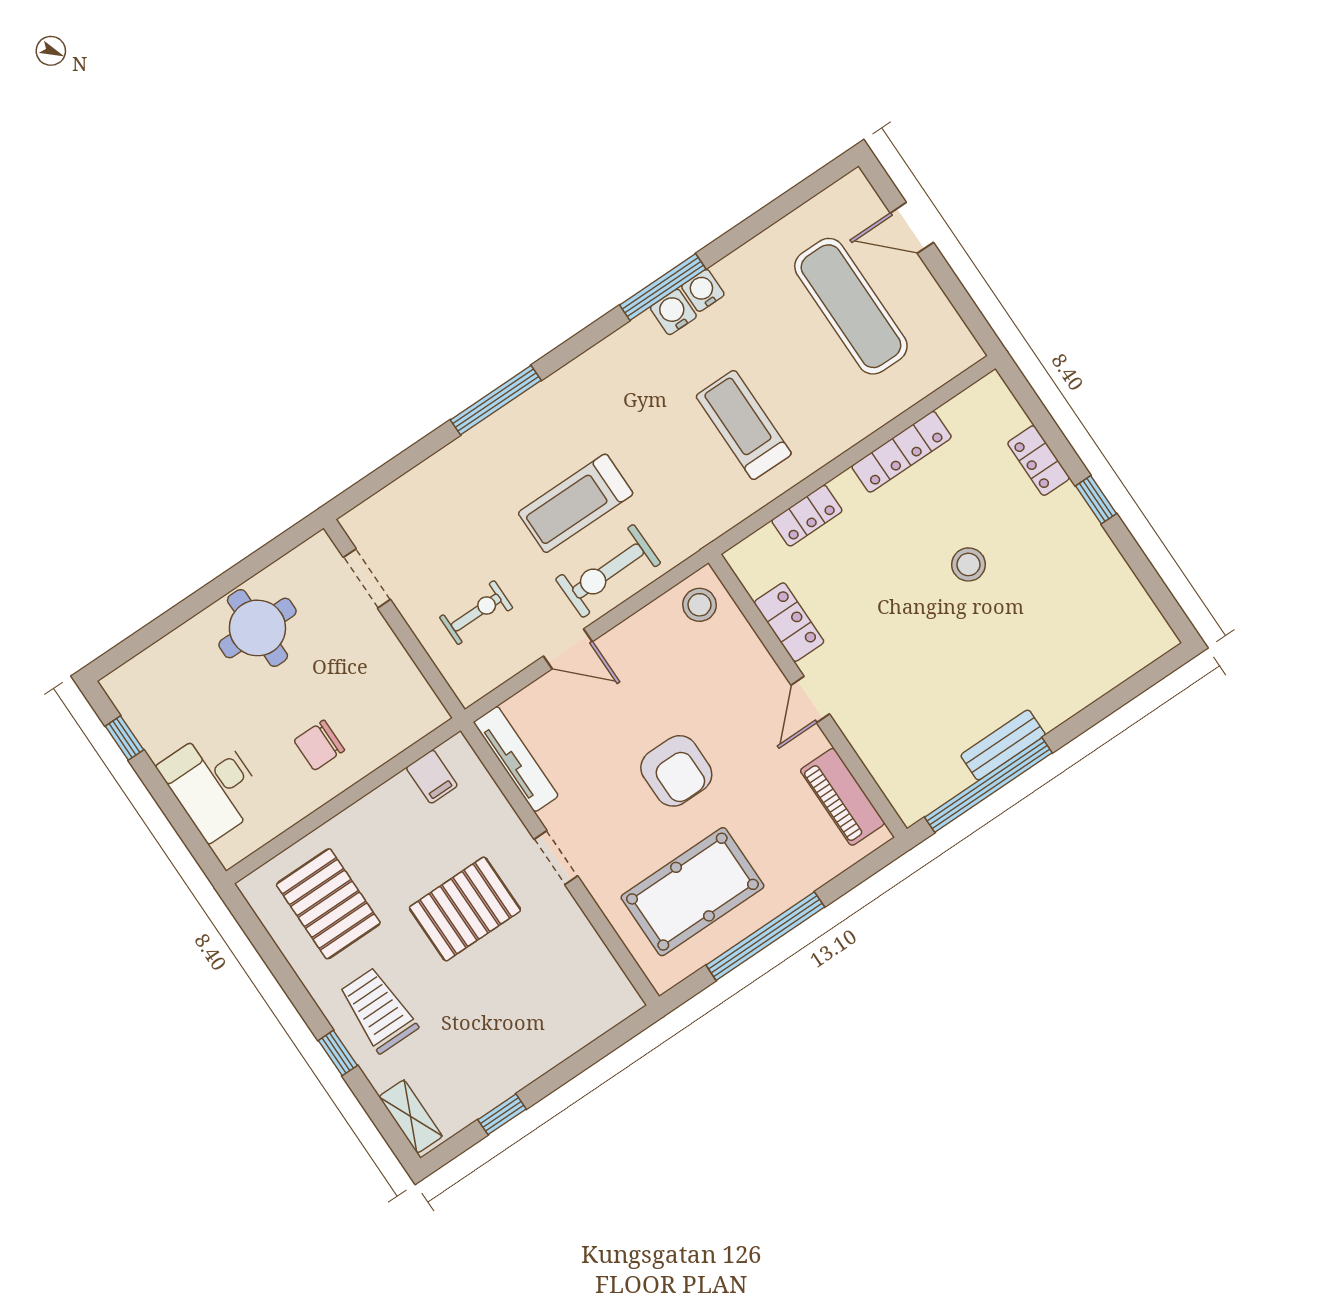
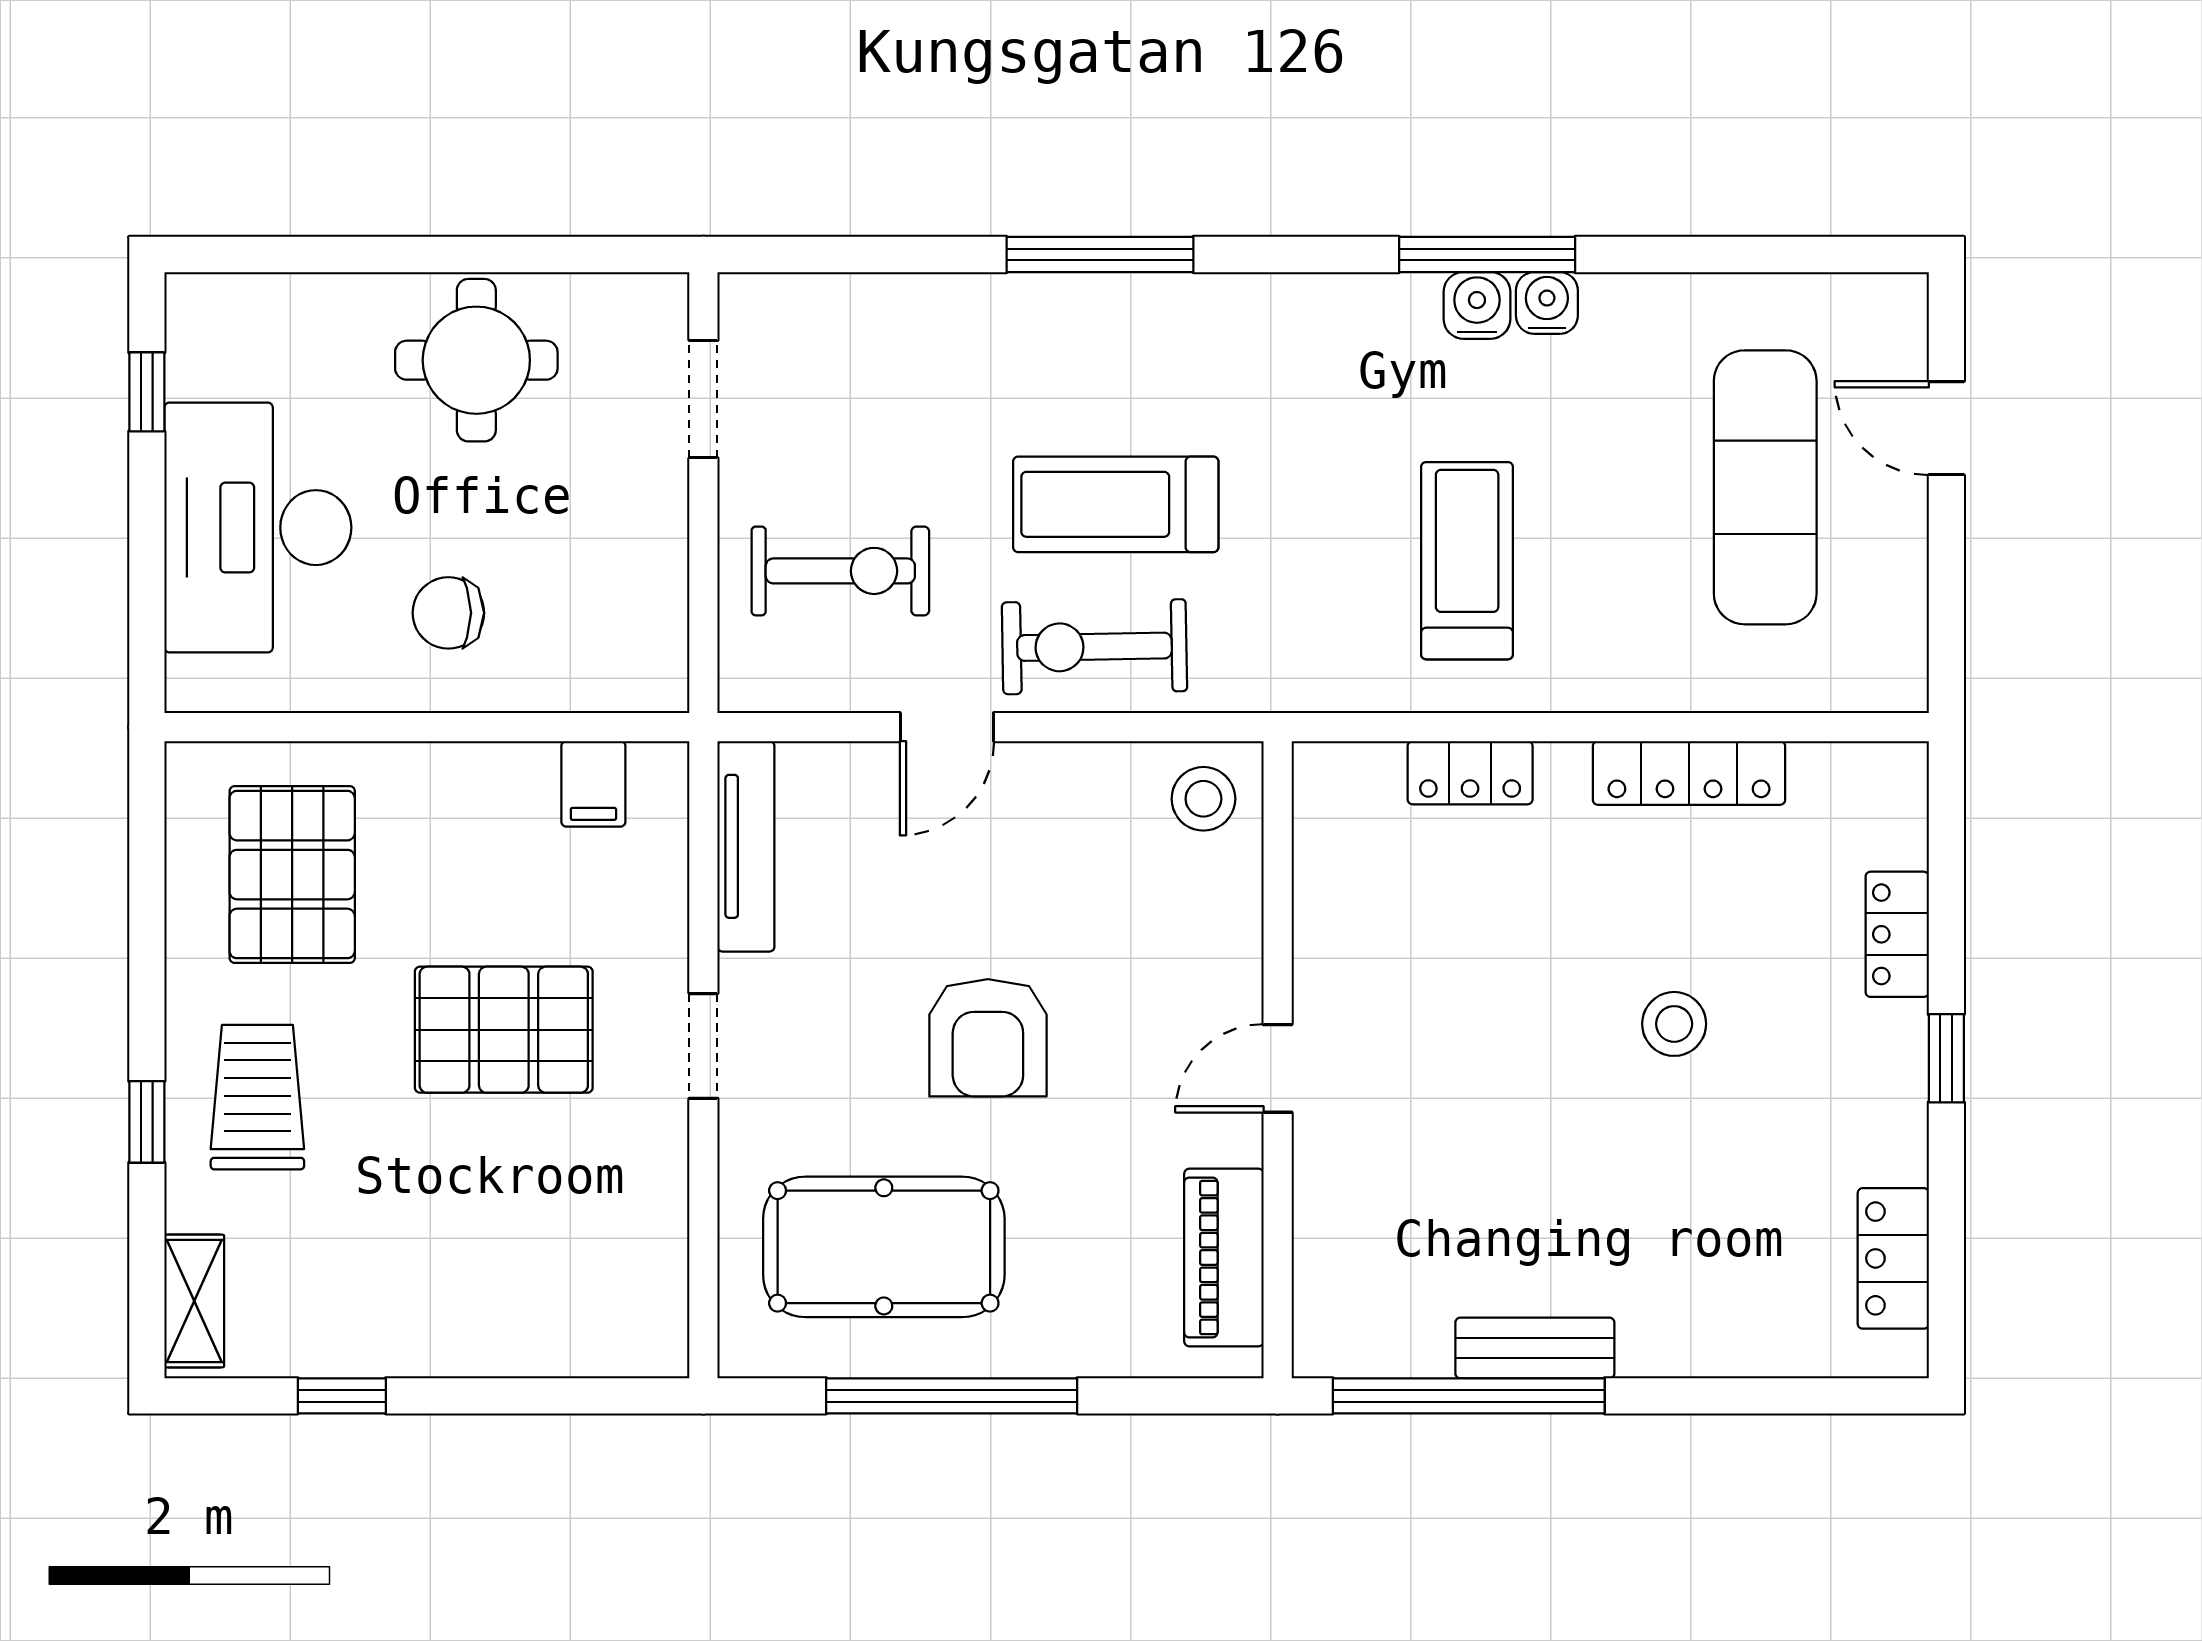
exercise bike: (476, 613) -> (840, 571), width x1.38, depth x1.39
locker: (789, 622) -> (1893, 1258), moved, turned 180
door: (568, 649) -> (947, 727), hinge flipped
desk: (212, 785) -> (258, 528), width x1.36, depth x1.30

